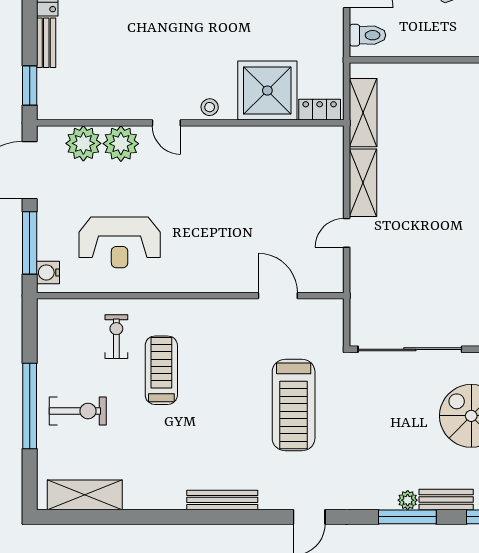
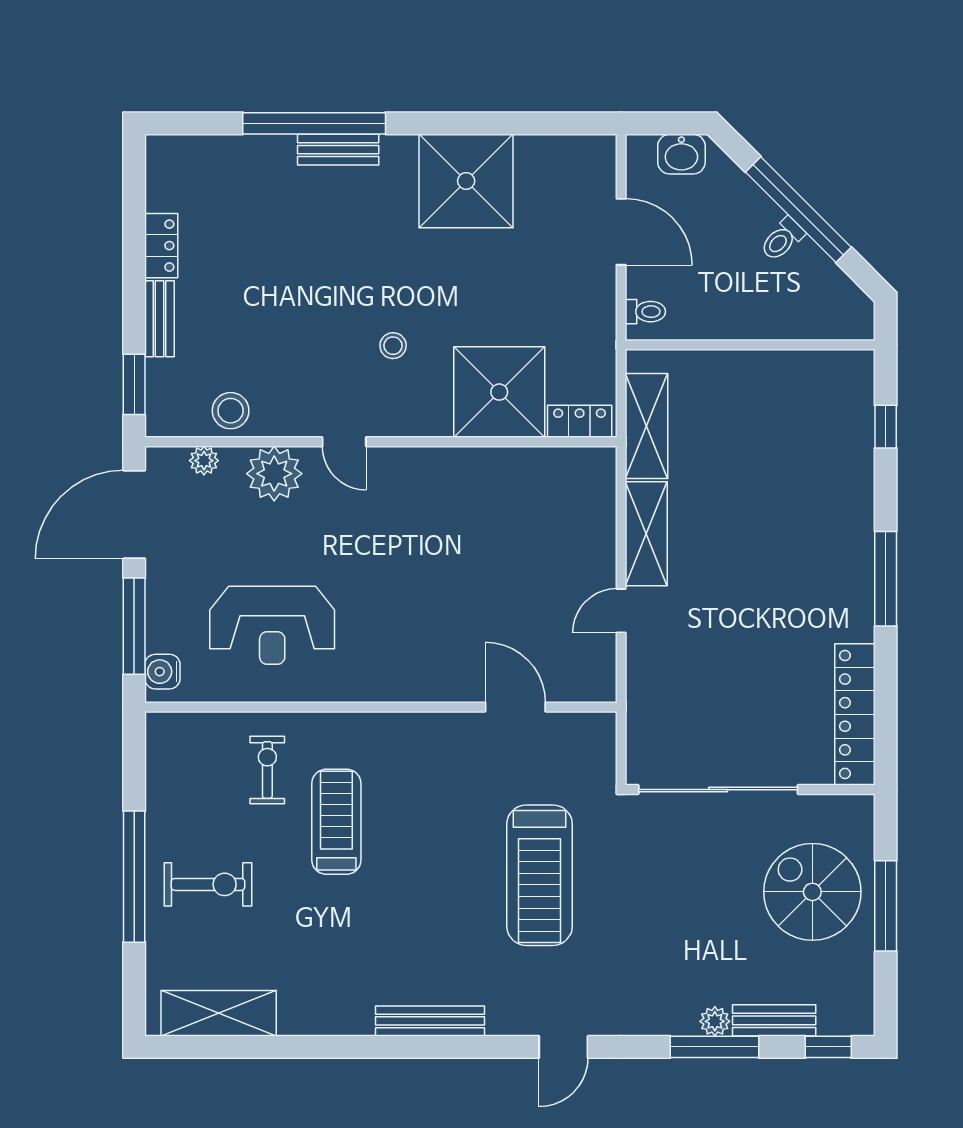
toilet: (368, 35) -> (645, 312), width x0.73, depth x0.72
stool: (92, 103) -> (231, 411), added
stool: (210, 107) -> (393, 346), moved
plant: (83, 143) -> (204, 461), width x0.53, depth x0.53

